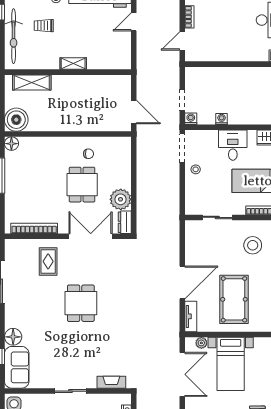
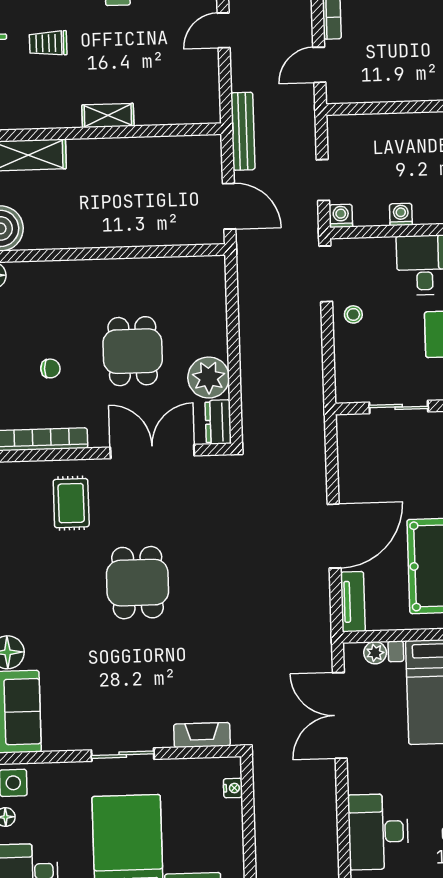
bench: (142, 74) -> (243, 131), added
chair: (89, 154) -> (50, 368), moved
double door: (182, 374) -> (340, 715), swing flipped

